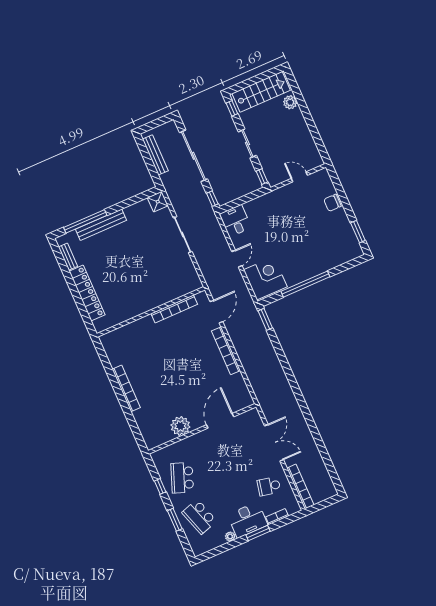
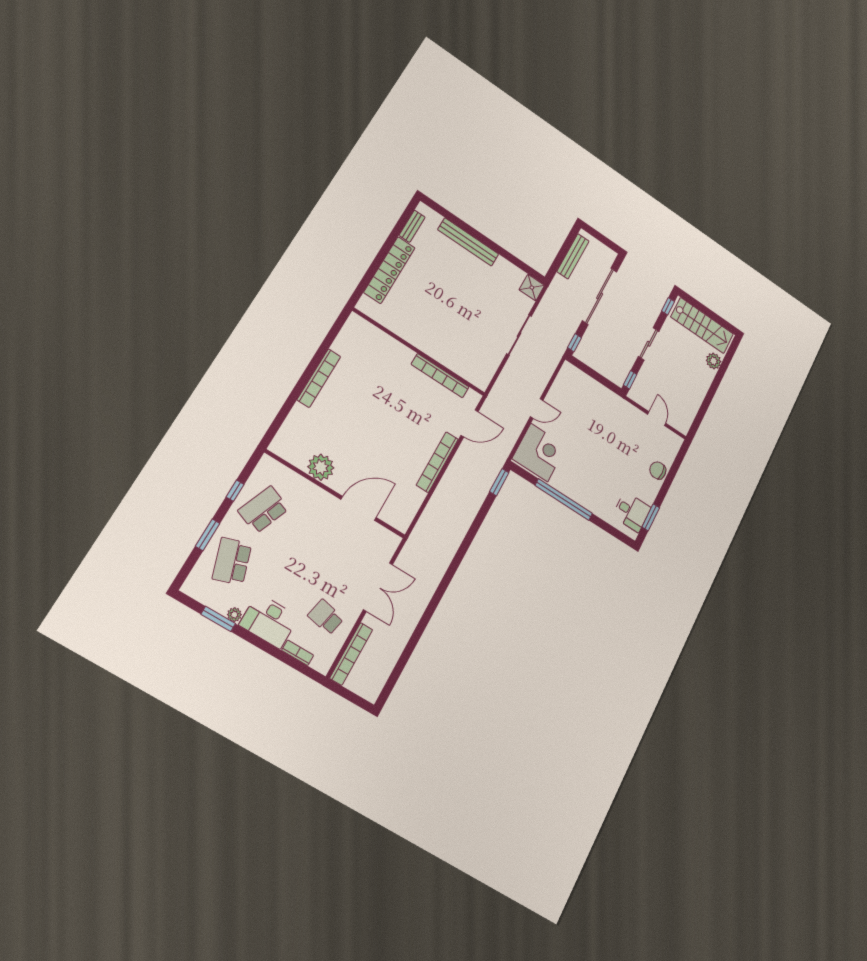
window: (85, 221) -> (460, 223), removed
desk: (236, 221) -> (632, 512), moved, turned 90
window: (258, 533) -> (218, 619), moved

